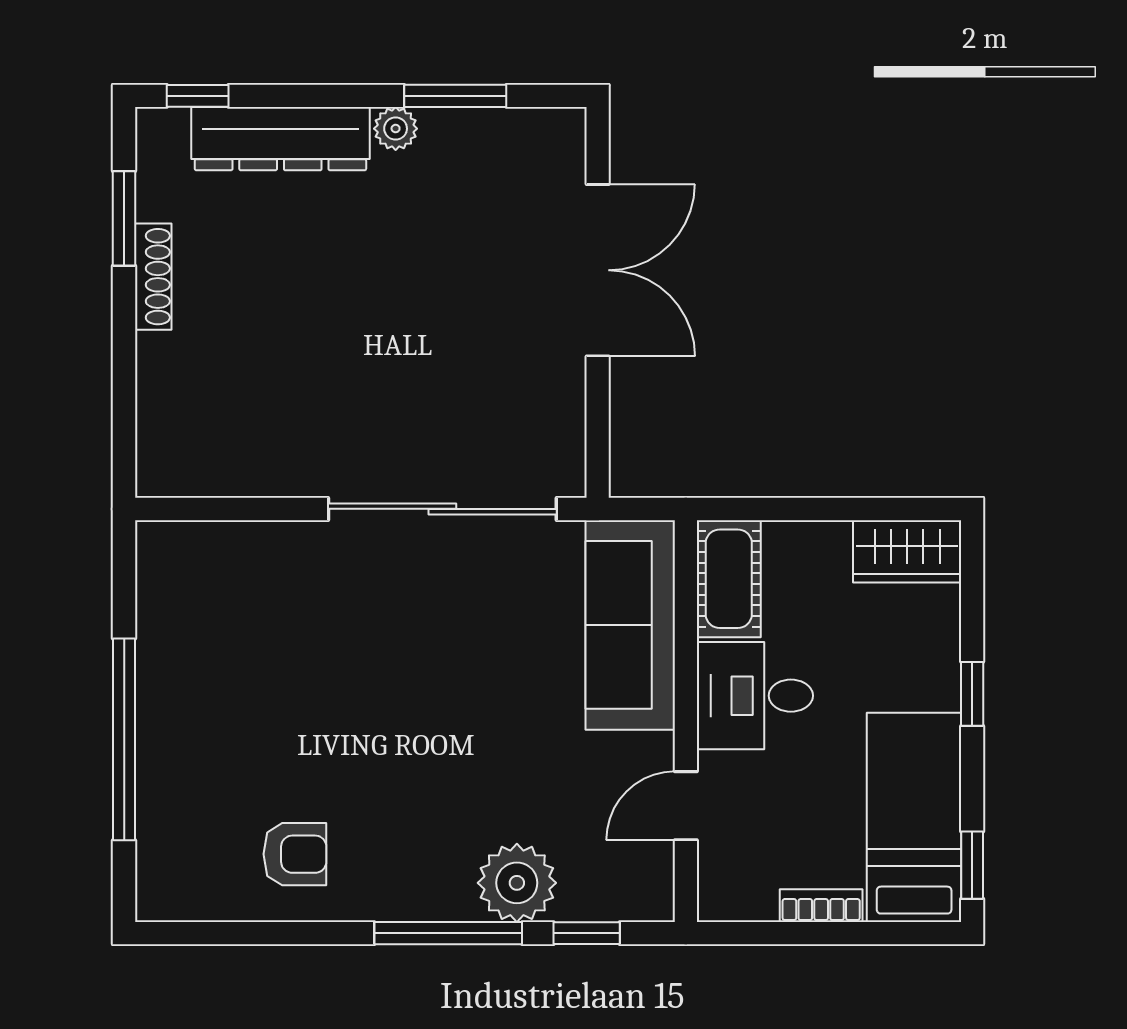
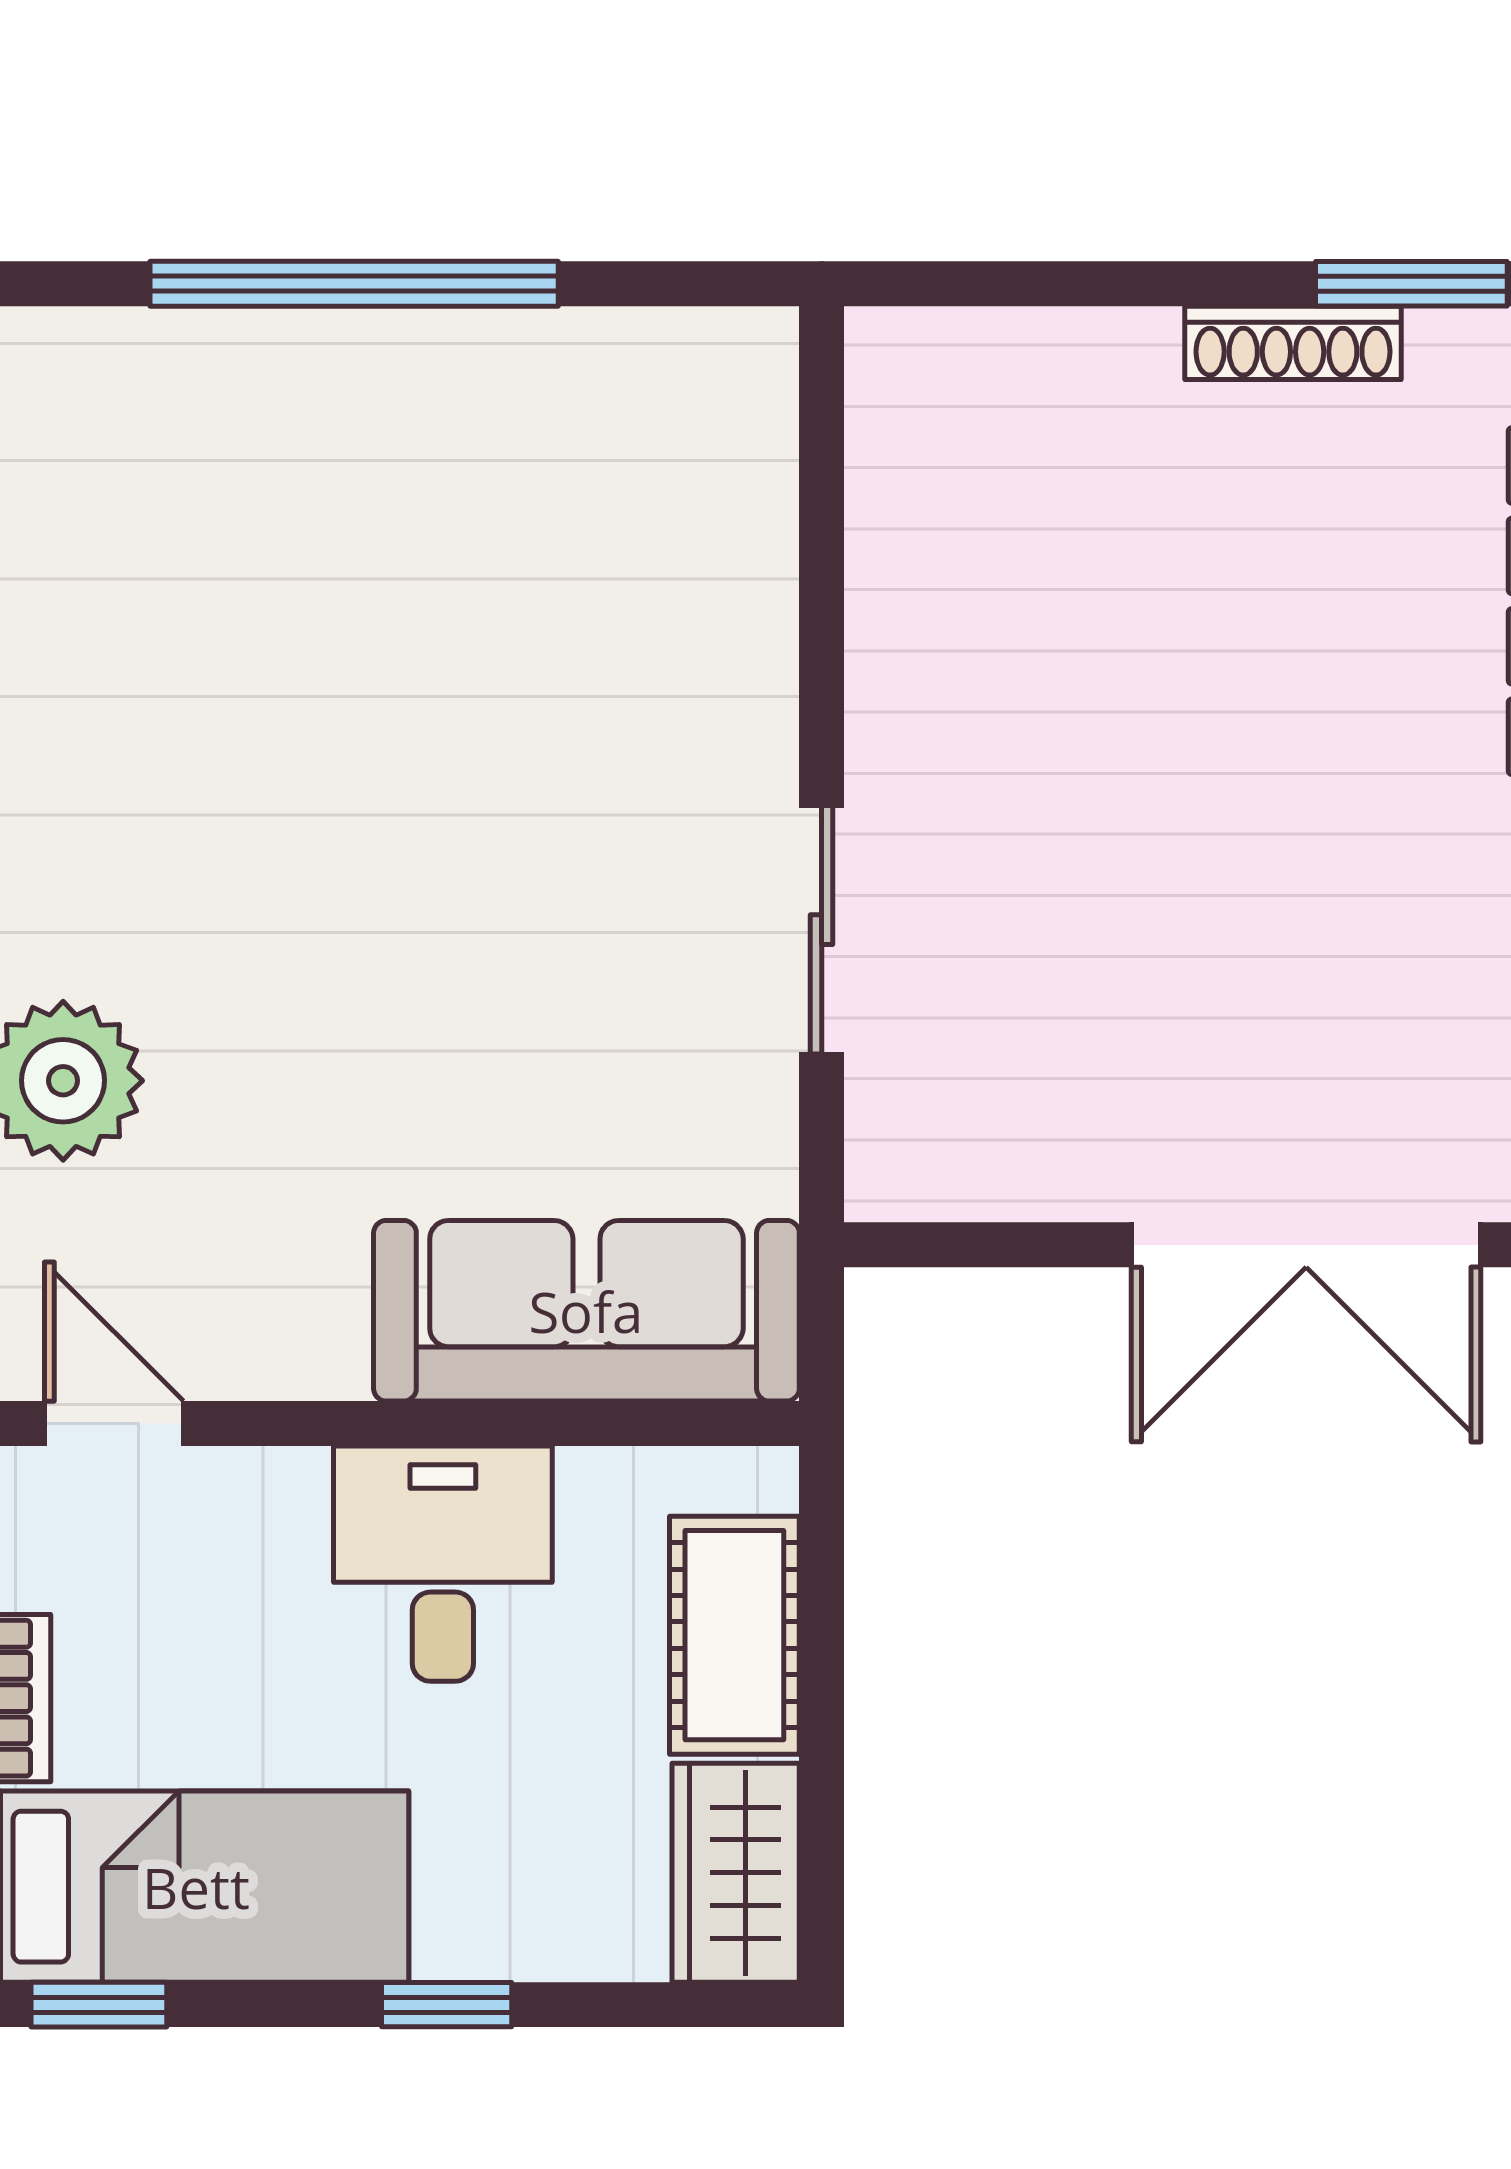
sliding door: (442, 509) -> (822, 930), width x0.54
cot: (729, 579) -> (734, 1635), moved, turned 90
door: (686, 806) -> (114, 1424), moved
armchair: (295, 854) -> (121, 631), removed

